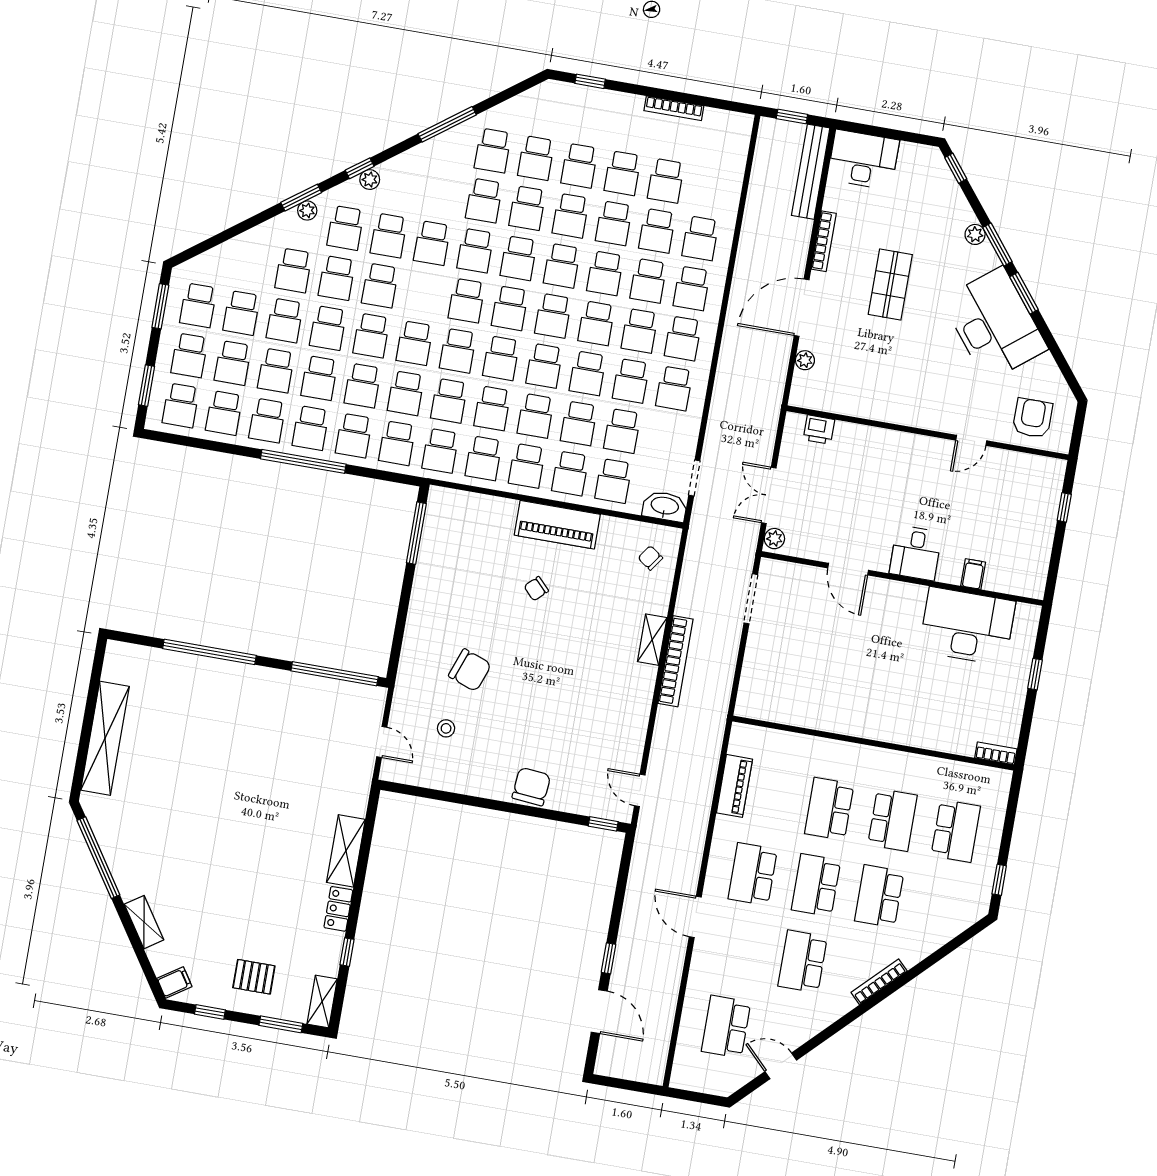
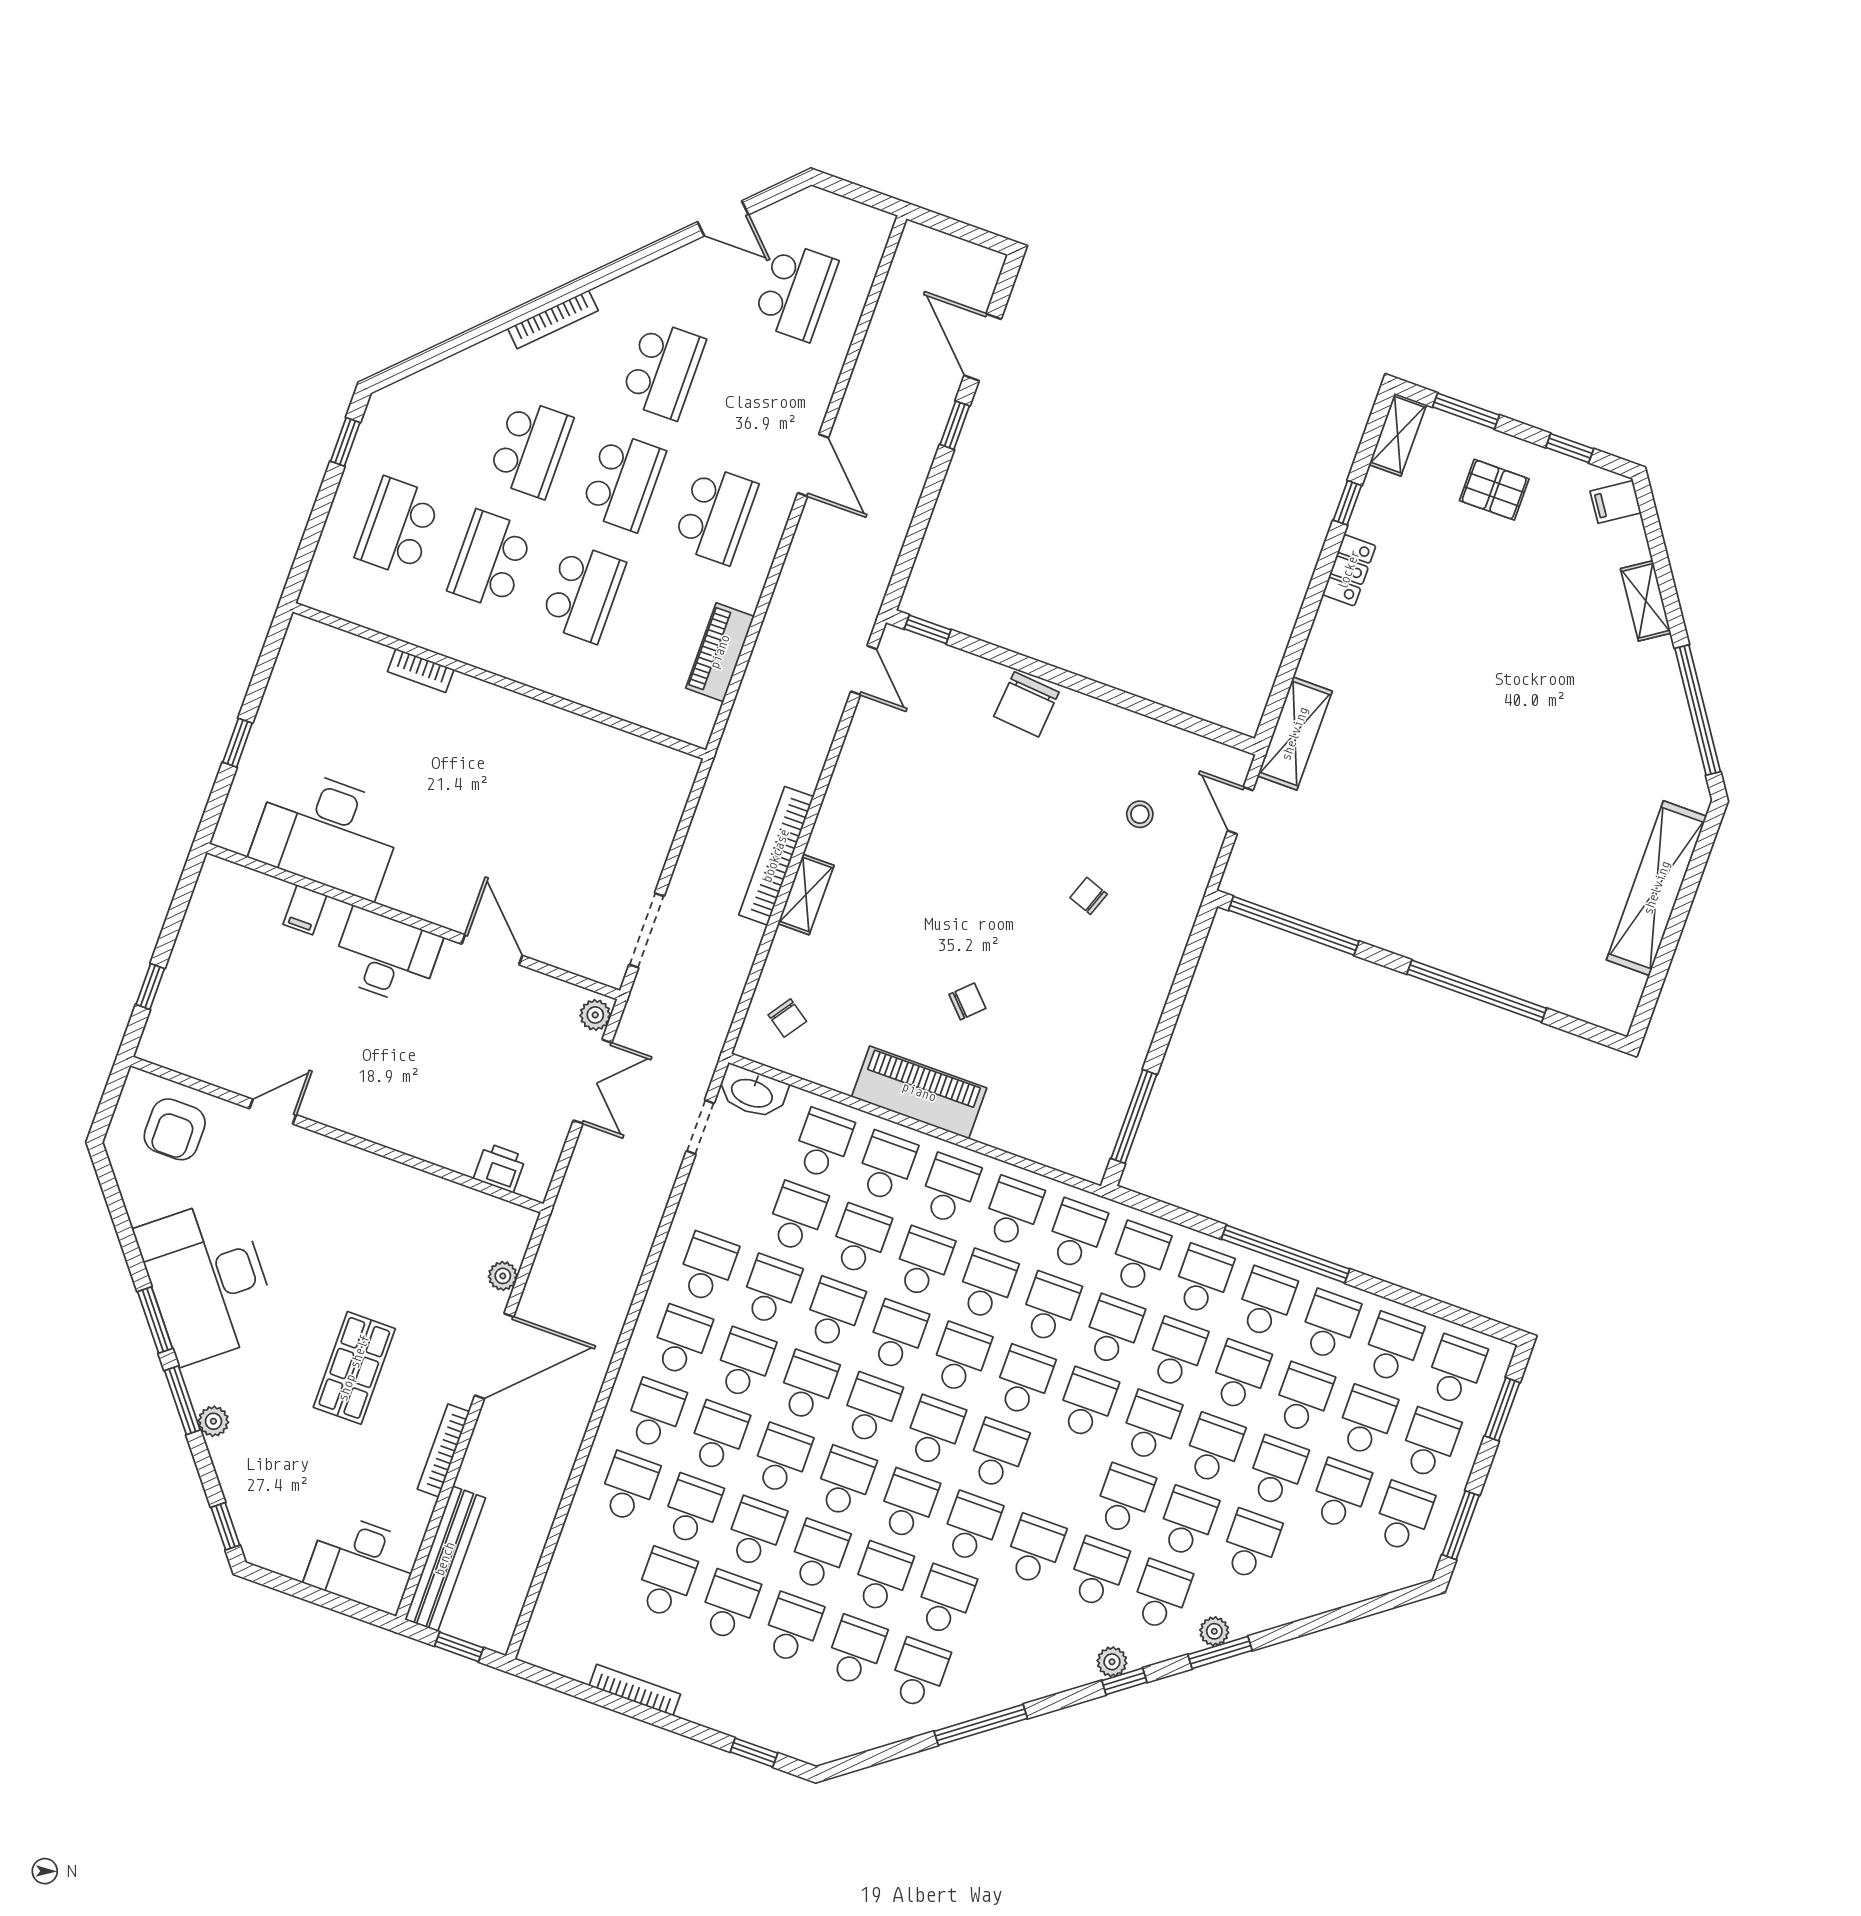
desk: (916, 553) -> (386, 957), width x1.37
chair: (470, 670) -> (1089, 896), width x0.54, depth x0.54
bookcase: (996, 753) -> (421, 670), moved
shelving: (346, 851) -> (1295, 734), moved

